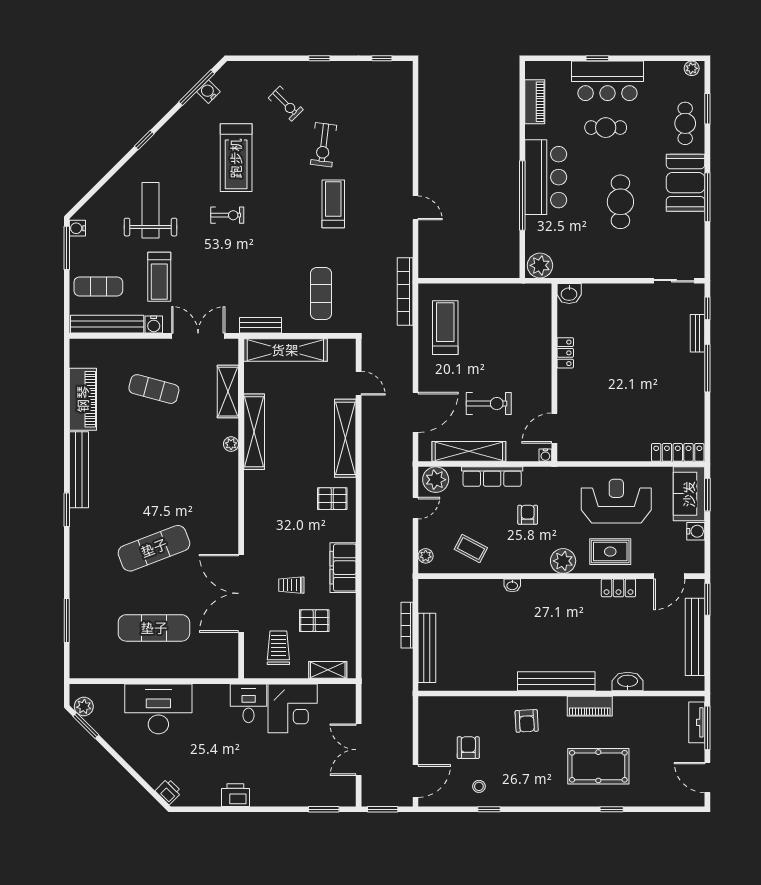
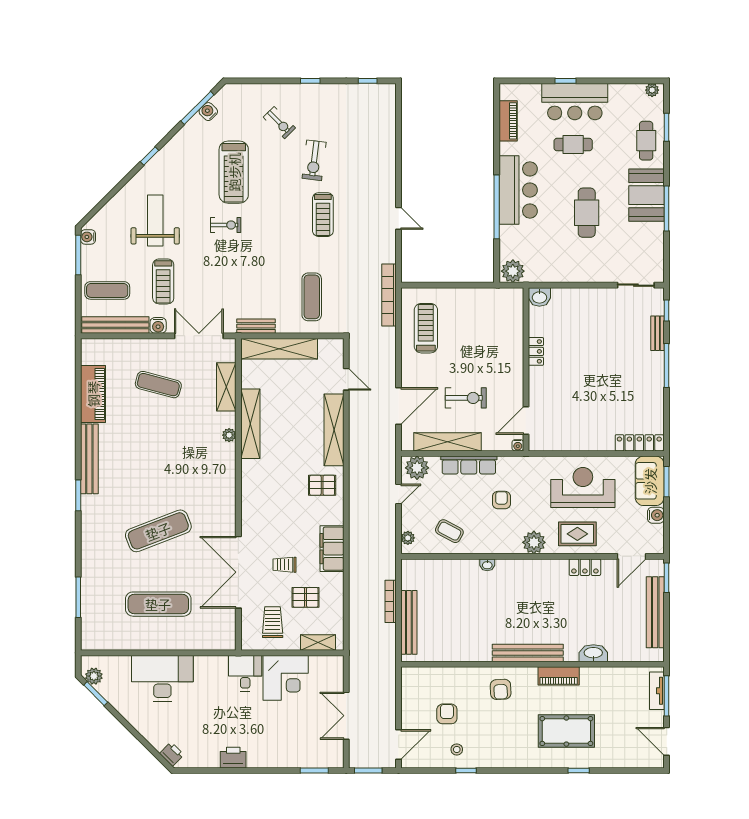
treadmill: (333, 204) -> (323, 215), turned 180

